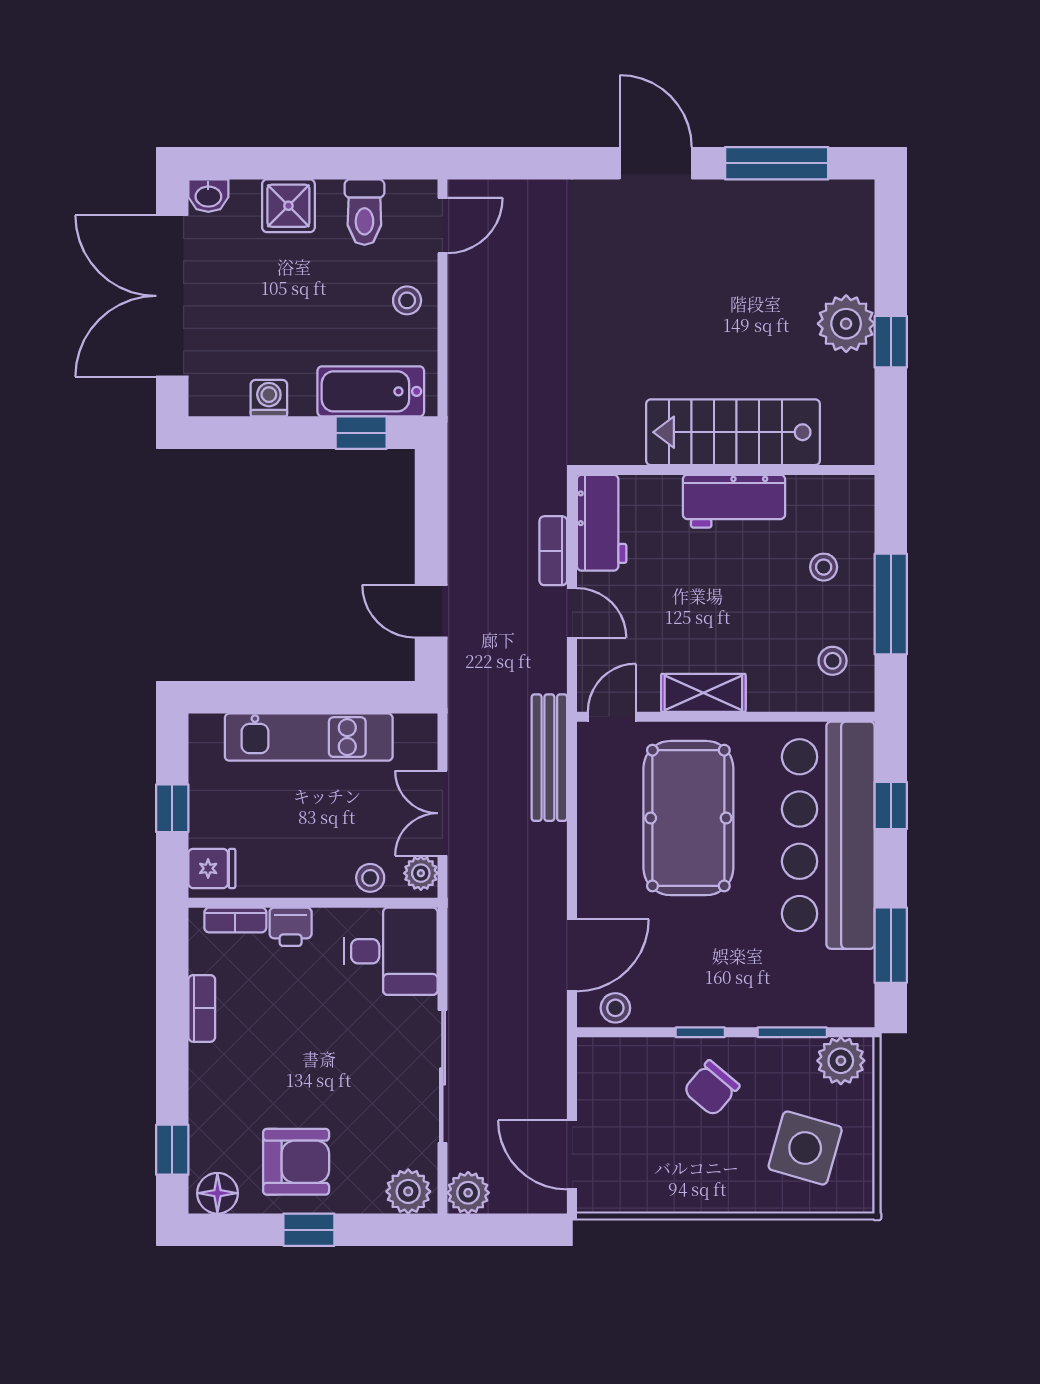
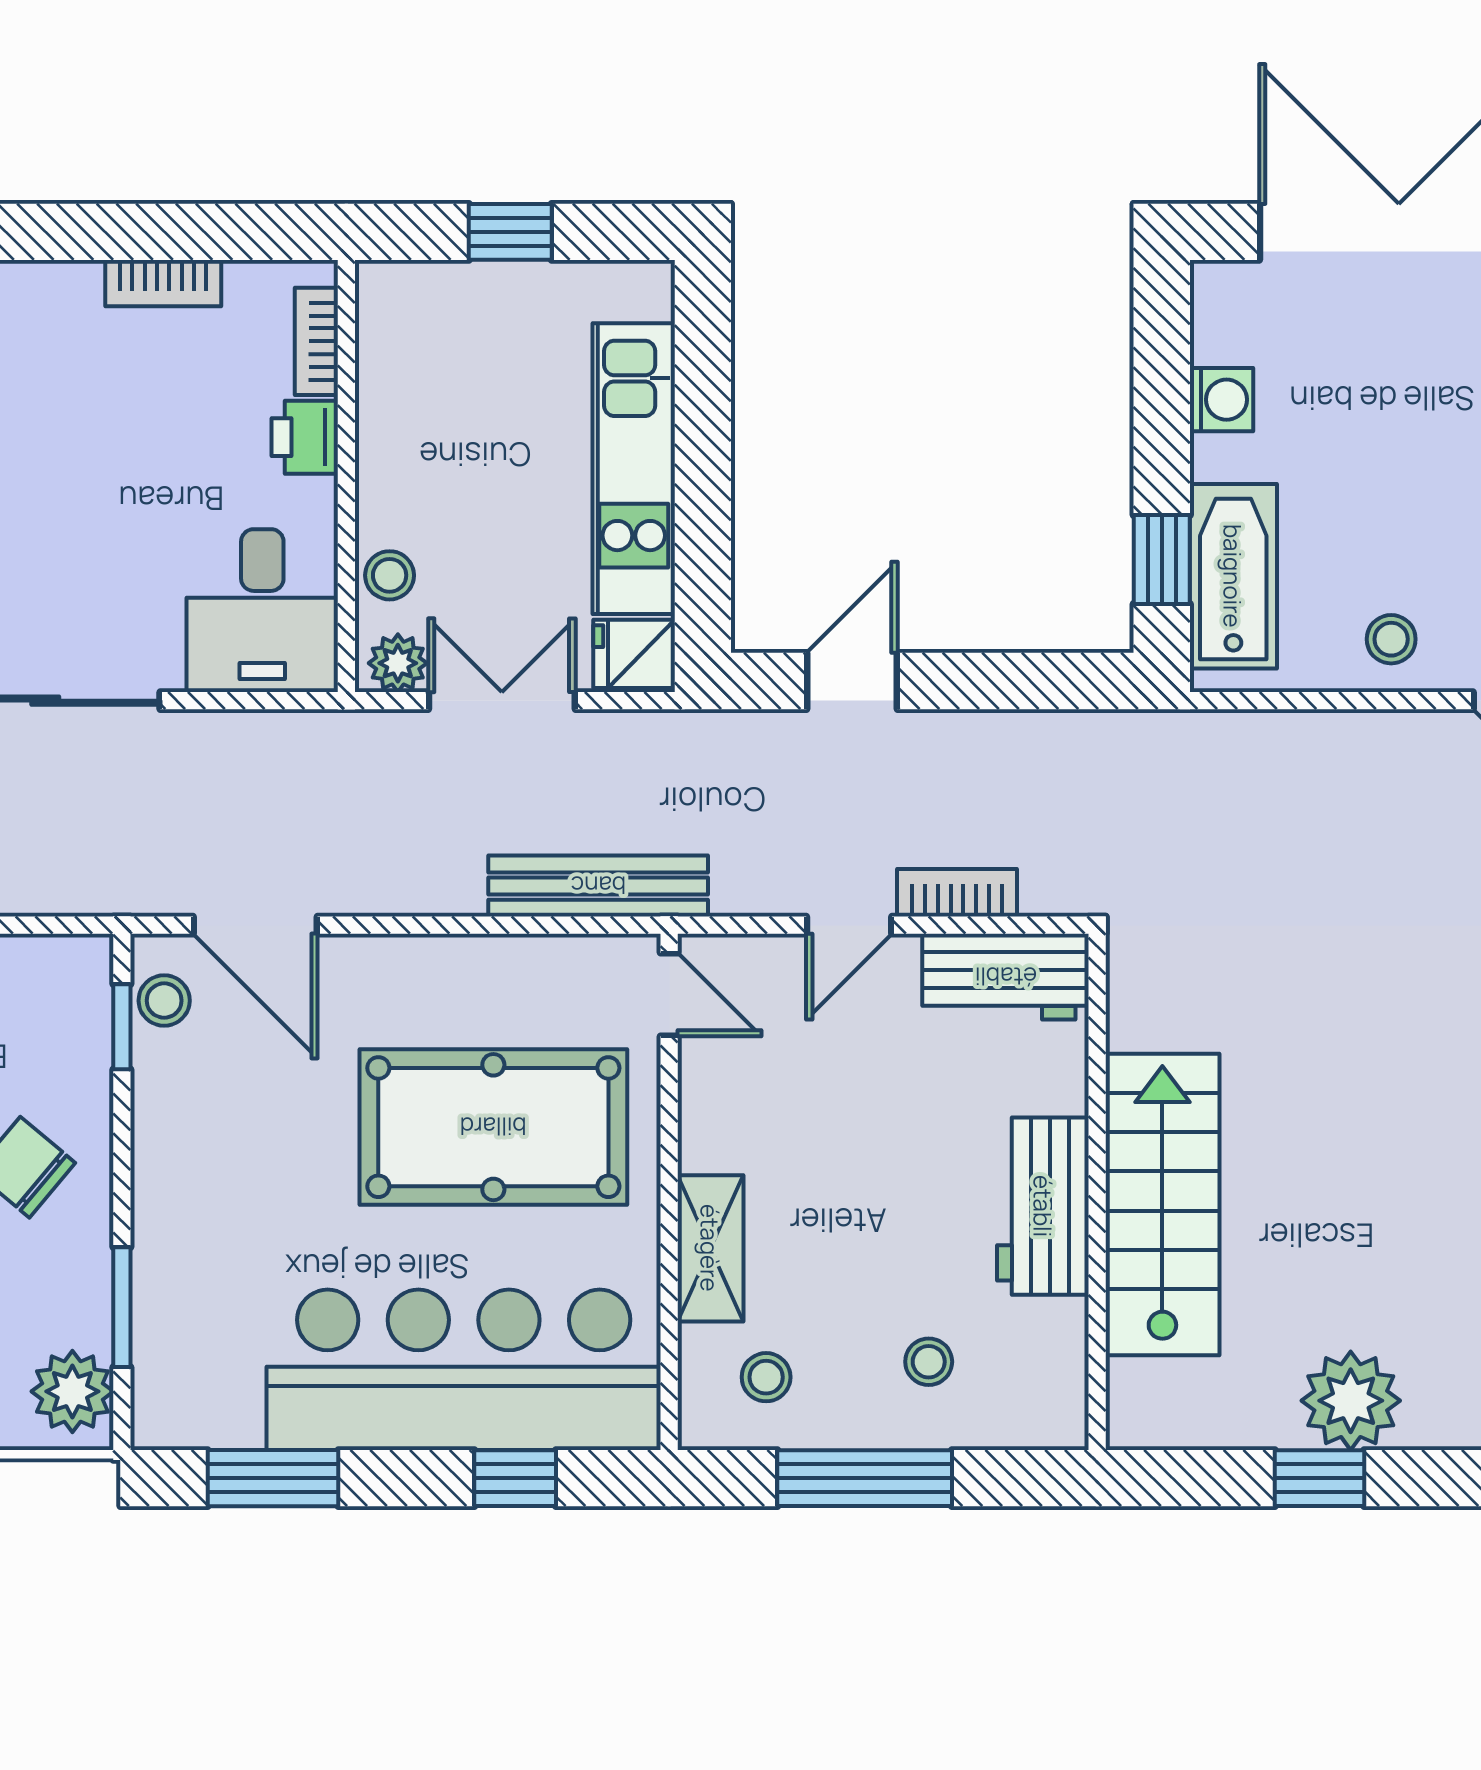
shelving: (703, 693) -> (710, 1248), moved
fridge: (212, 868) -> (634, 654), moved, turned 90
window: (700, 1032) -> (122, 1027), moved

